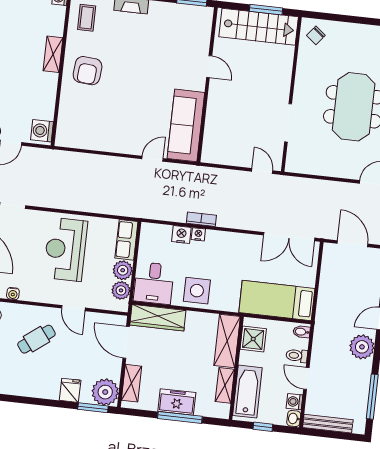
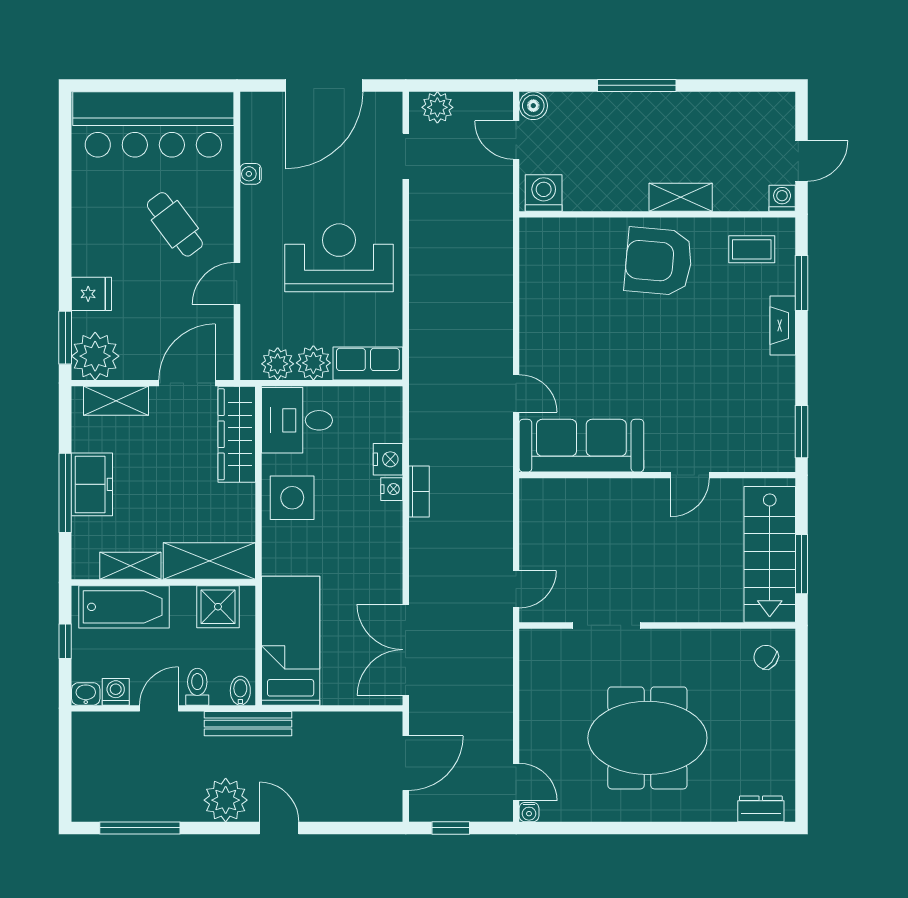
armchair: (88, 71) -> (659, 261), width x1.36, depth x1.36
bench: (328, 424) -> (248, 724), moved, turned 90

